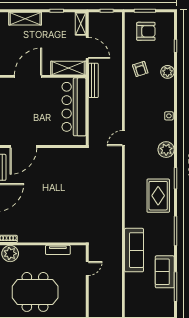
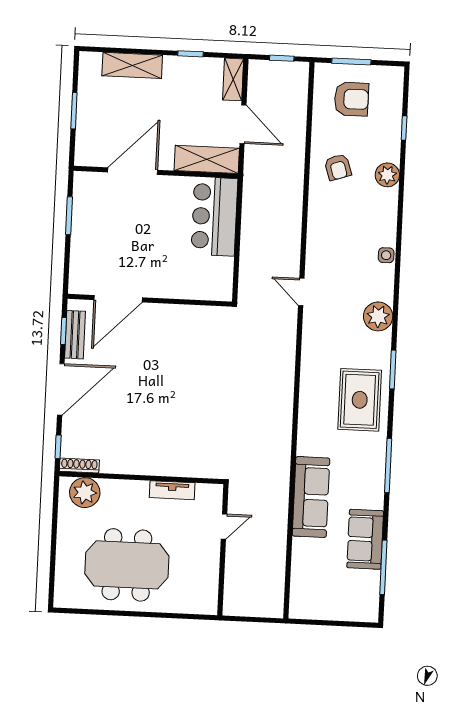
bench: (93, 80) -> (251, 184), removed
bar counter: (74, 107) -> (214, 216), width x0.73
door: (123, 138) -> (301, 292), hinge flipped

